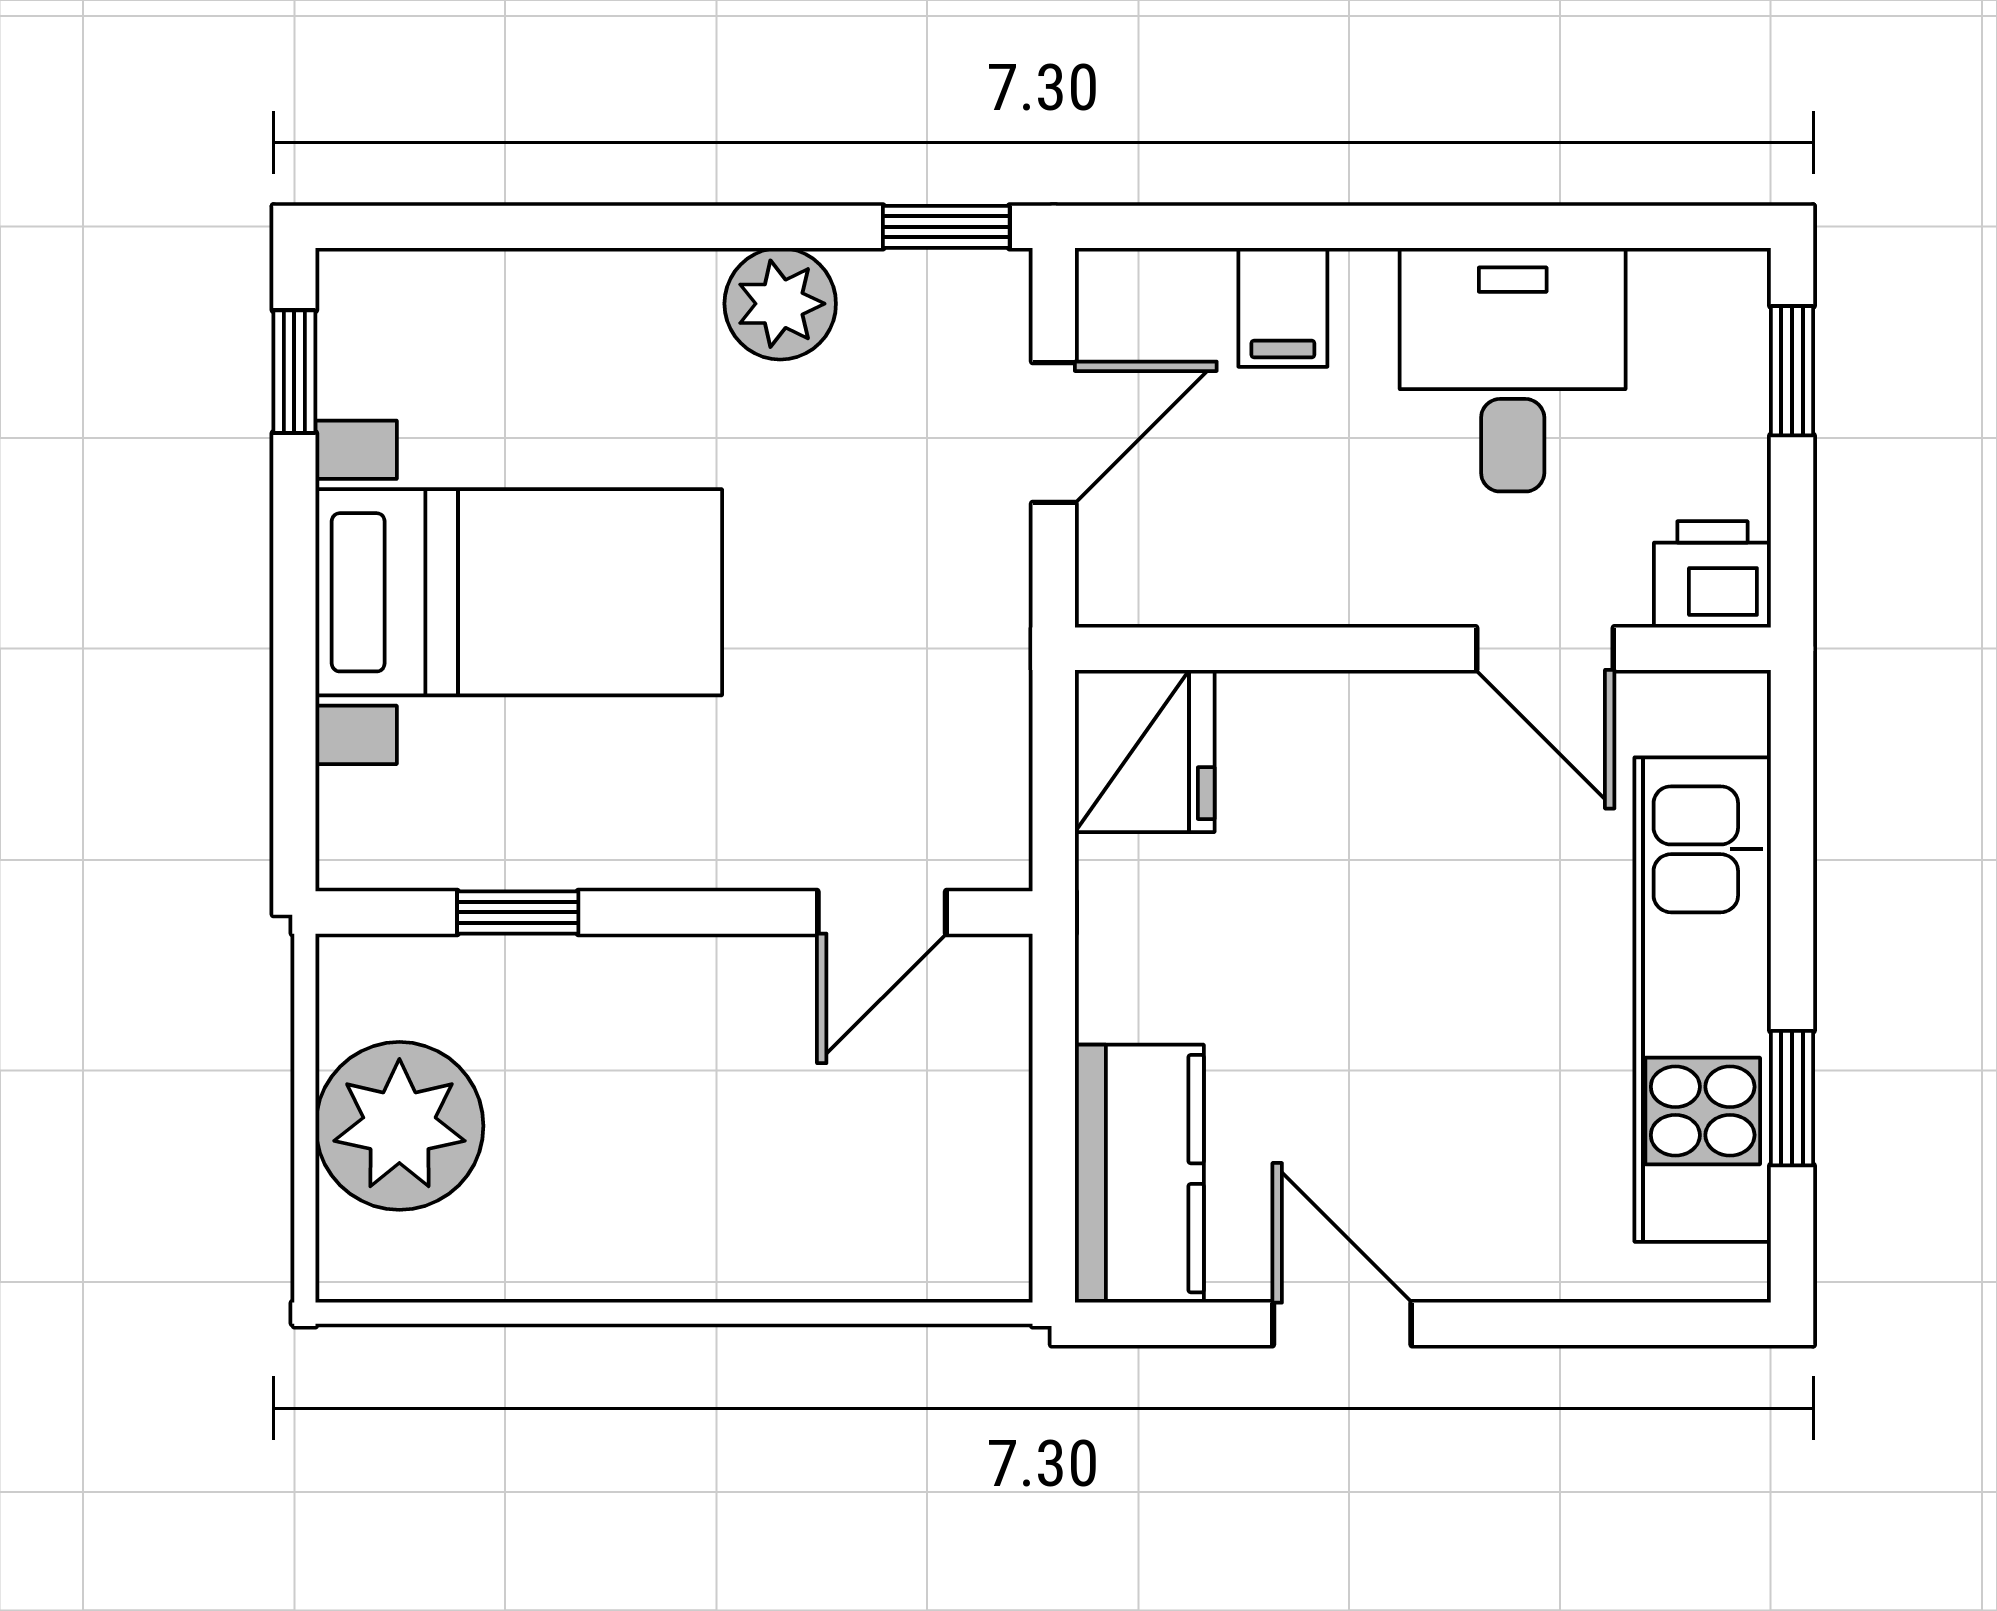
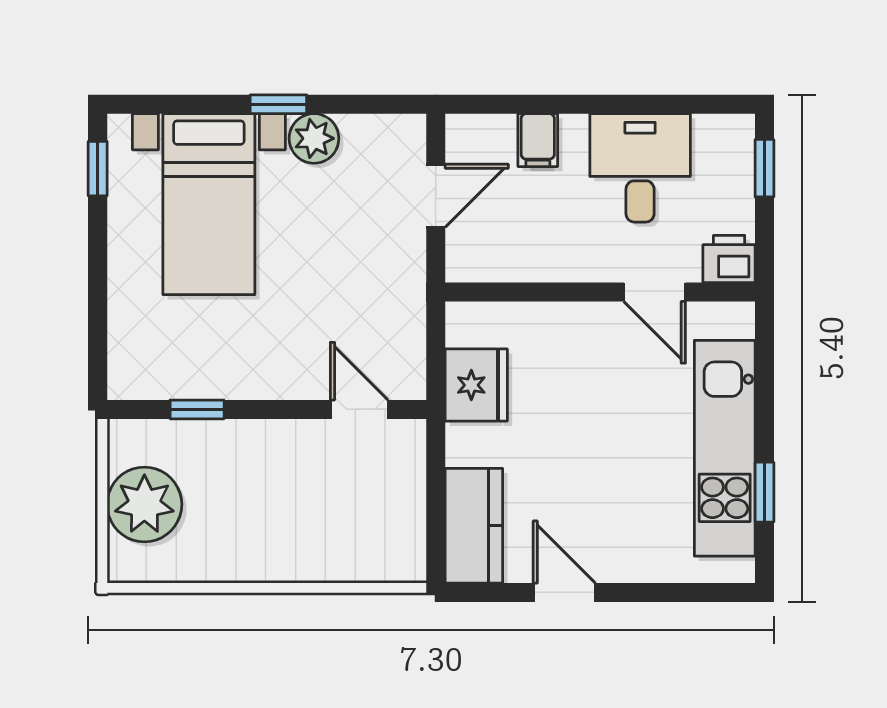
window: (946, 227) -> (278, 104), moved
bed with nightstands: (519, 592) -> (209, 204), moved, turned 90
fridge: (1145, 751) -> (476, 385), moved
door: (882, 912) -> (359, 409), swing flipped

